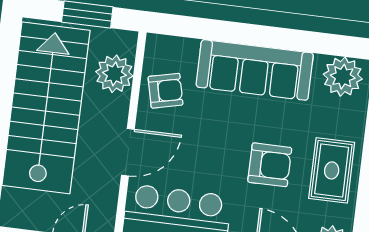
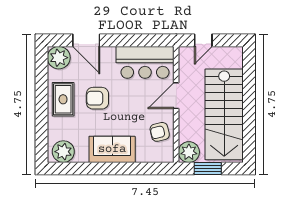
sofa: (255, 70) -> (112, 149), width x0.73
plant: (114, 74) -> (189, 152), moved

